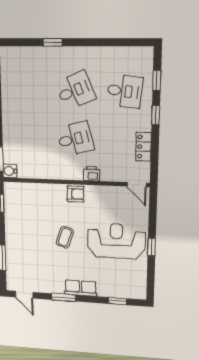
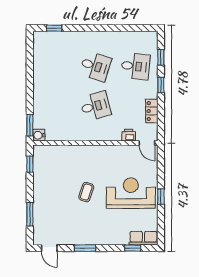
window: (53, 42) -> (54, 28), moved
desk: (75, 90) -> (95, 66), turned 42
printer: (91, 174) -> (129, 135), moved
armchair: (76, 194) -> (96, 153), removed
row of seats: (81, 288) -> (143, 238), moved

